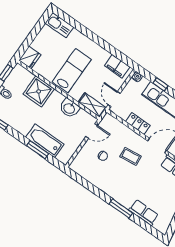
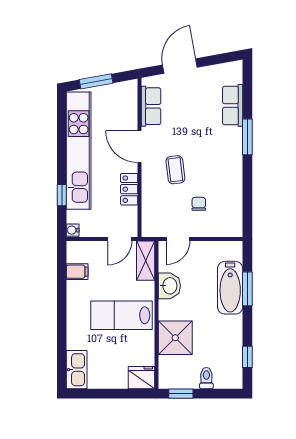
filing cabinet: (117, 66) -> (77, 272), width x0.50
door: (92, 131) -> (178, 239), swing flipped

